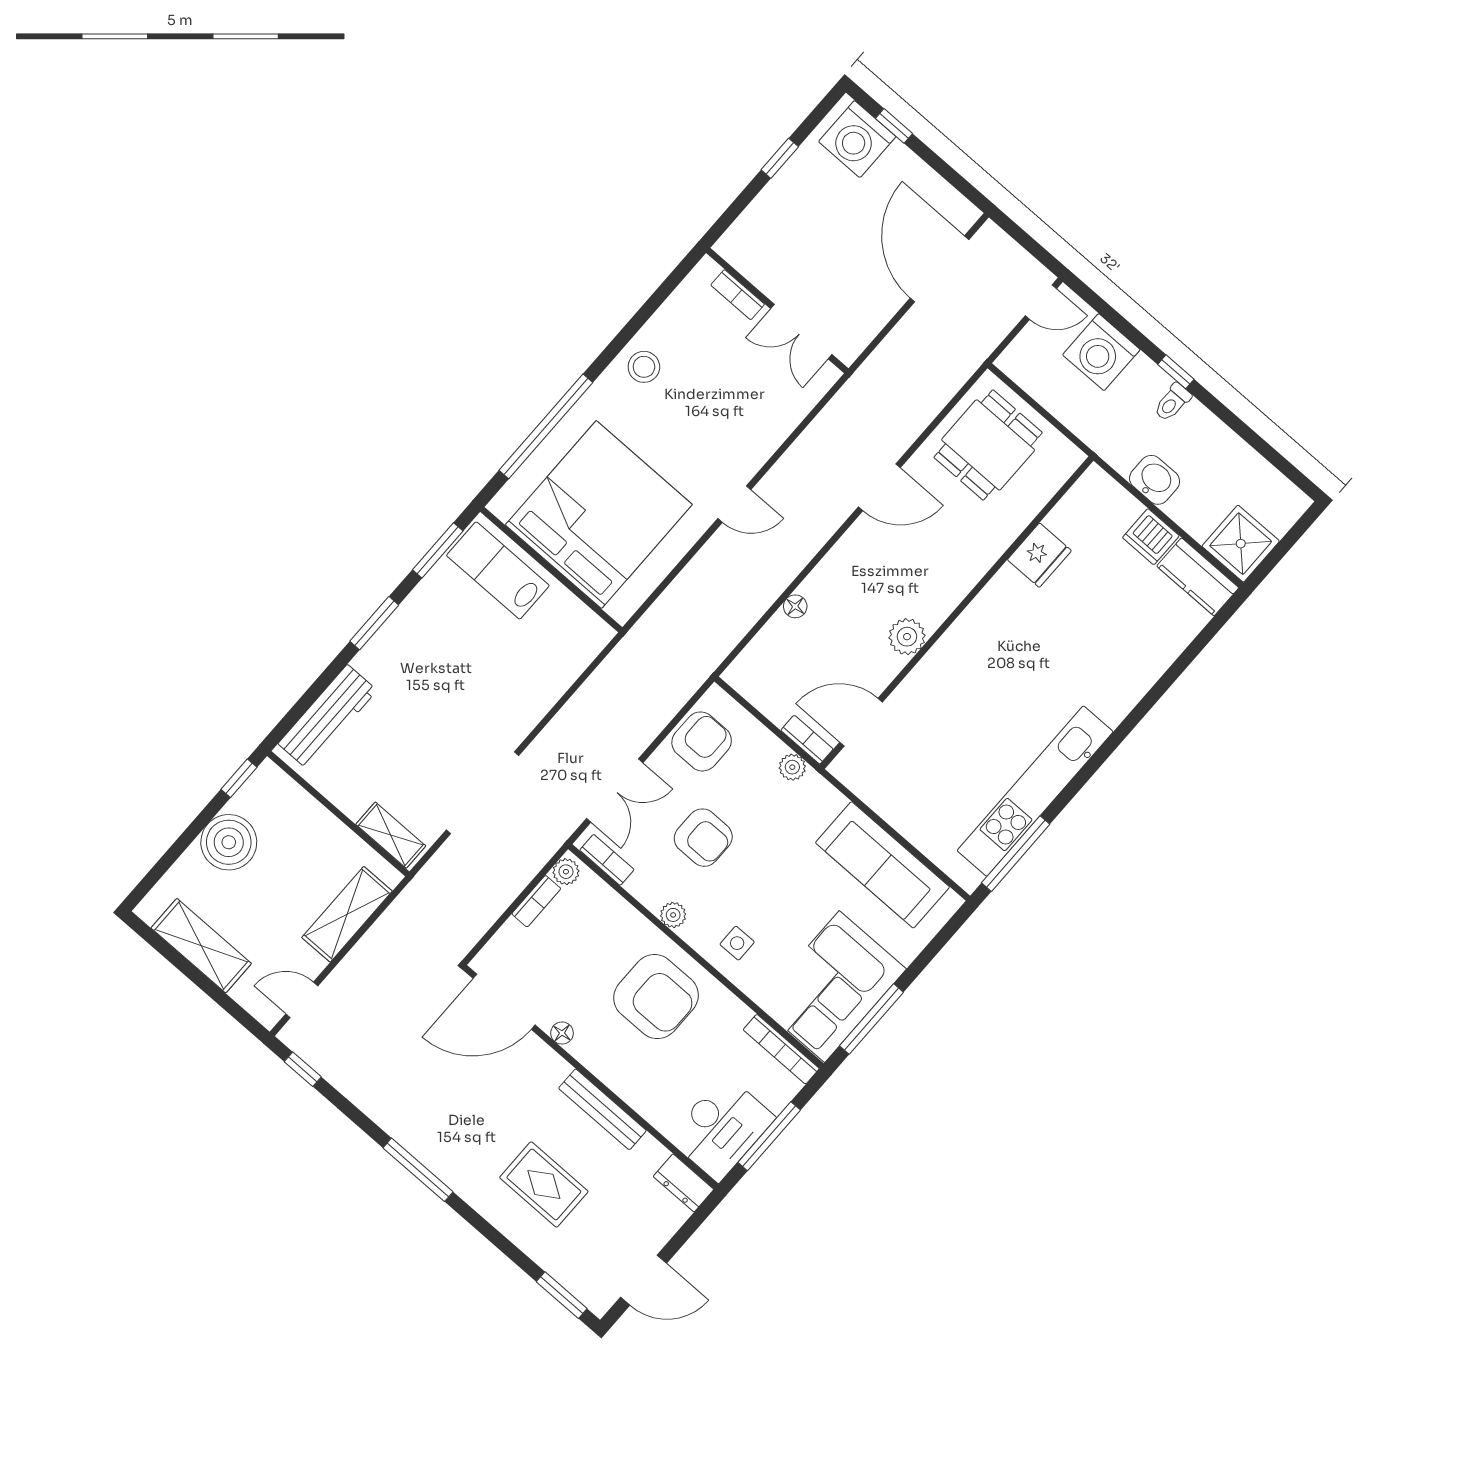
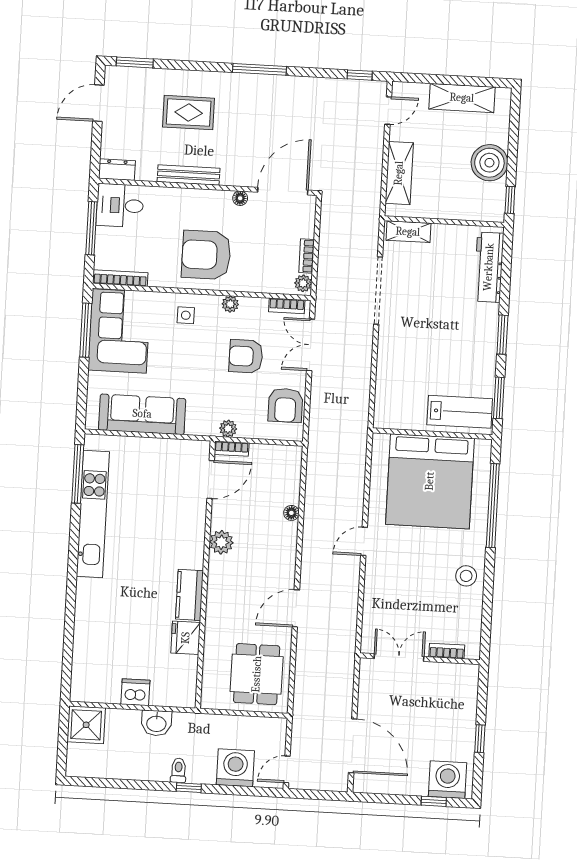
kitchen counter: (1198, 577) -> (189, 595), moved, turned -90
desk: (721, 1128) -> (120, 205), width x0.73

